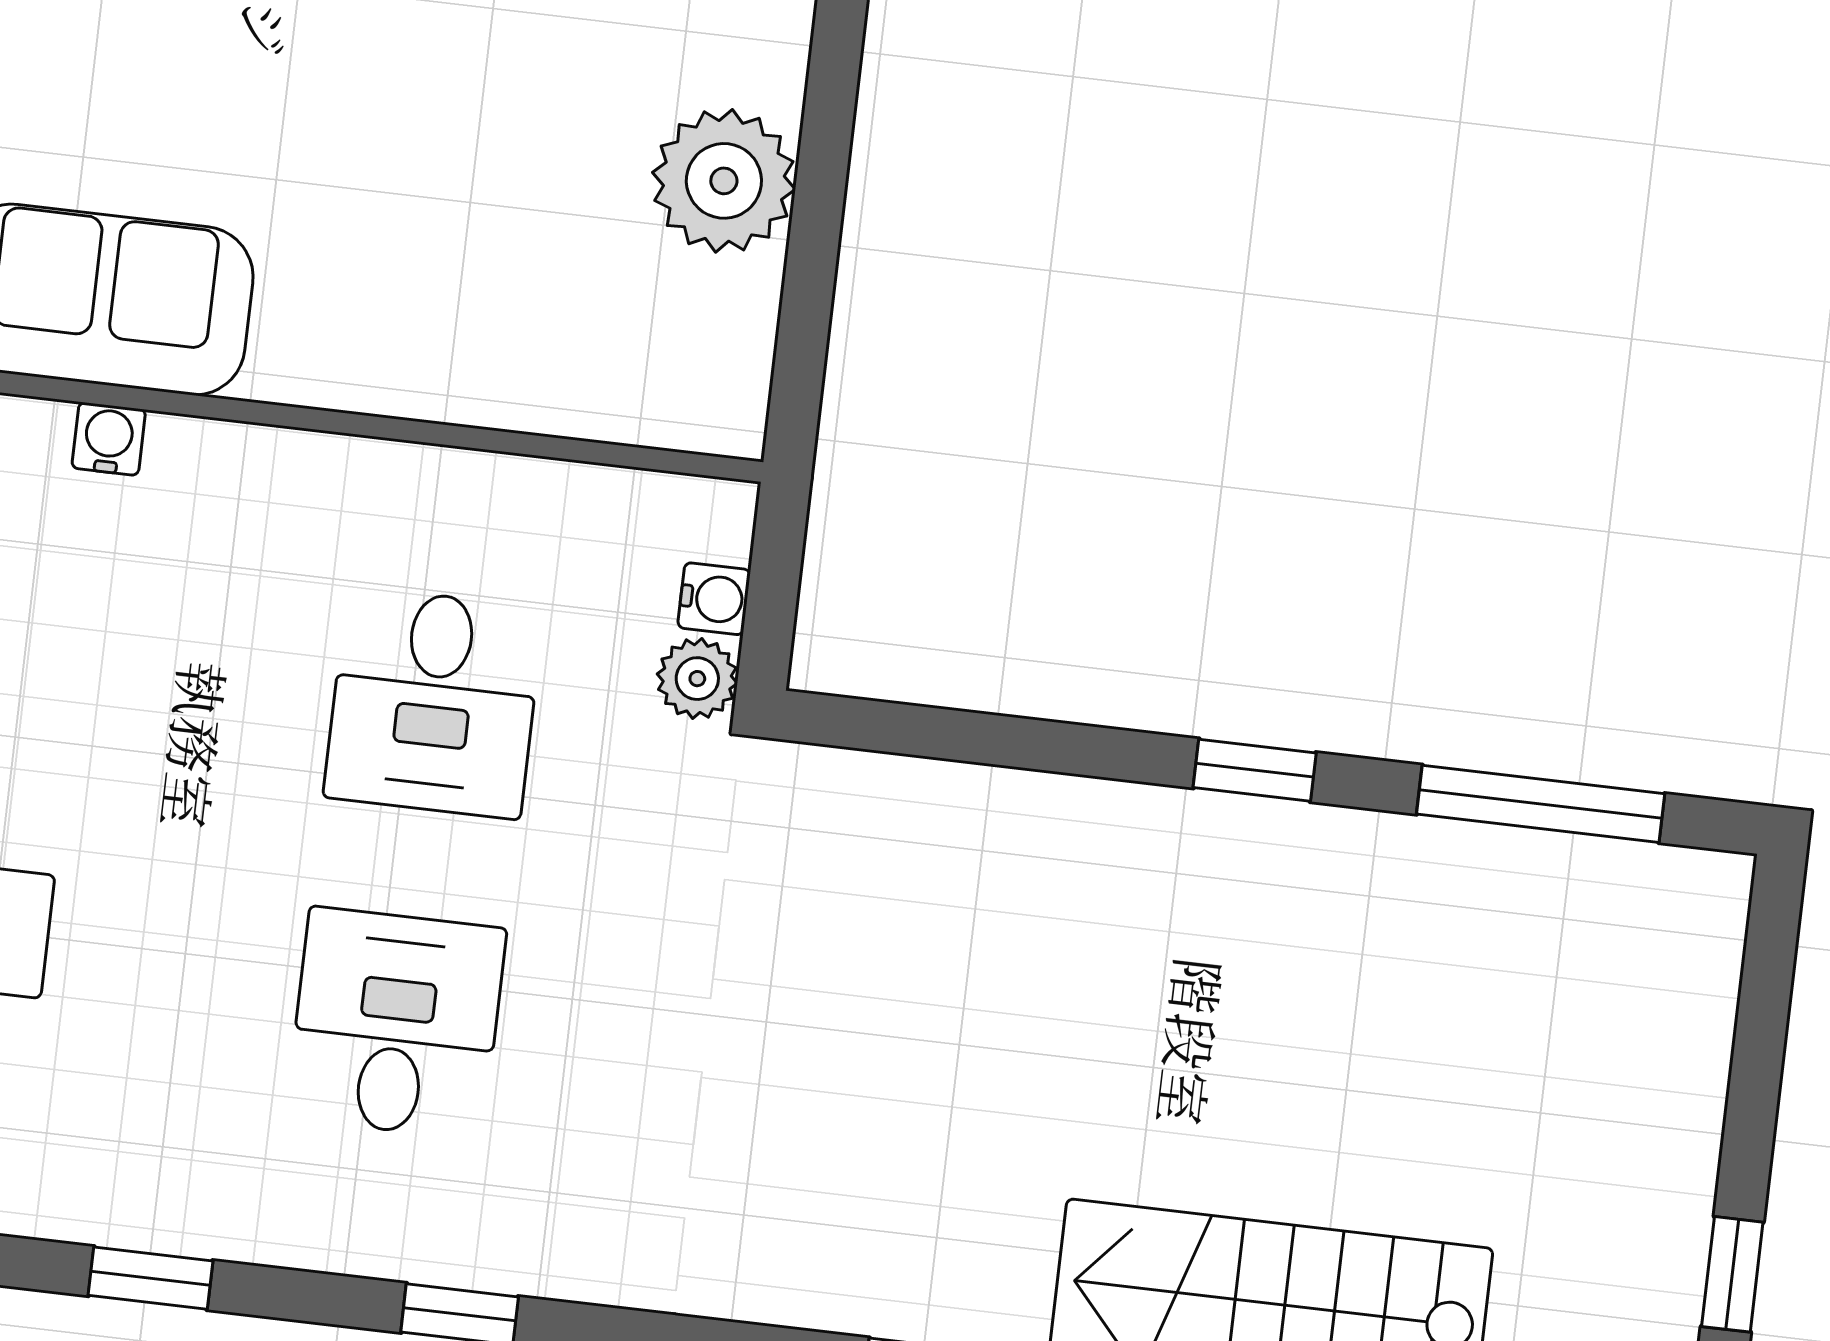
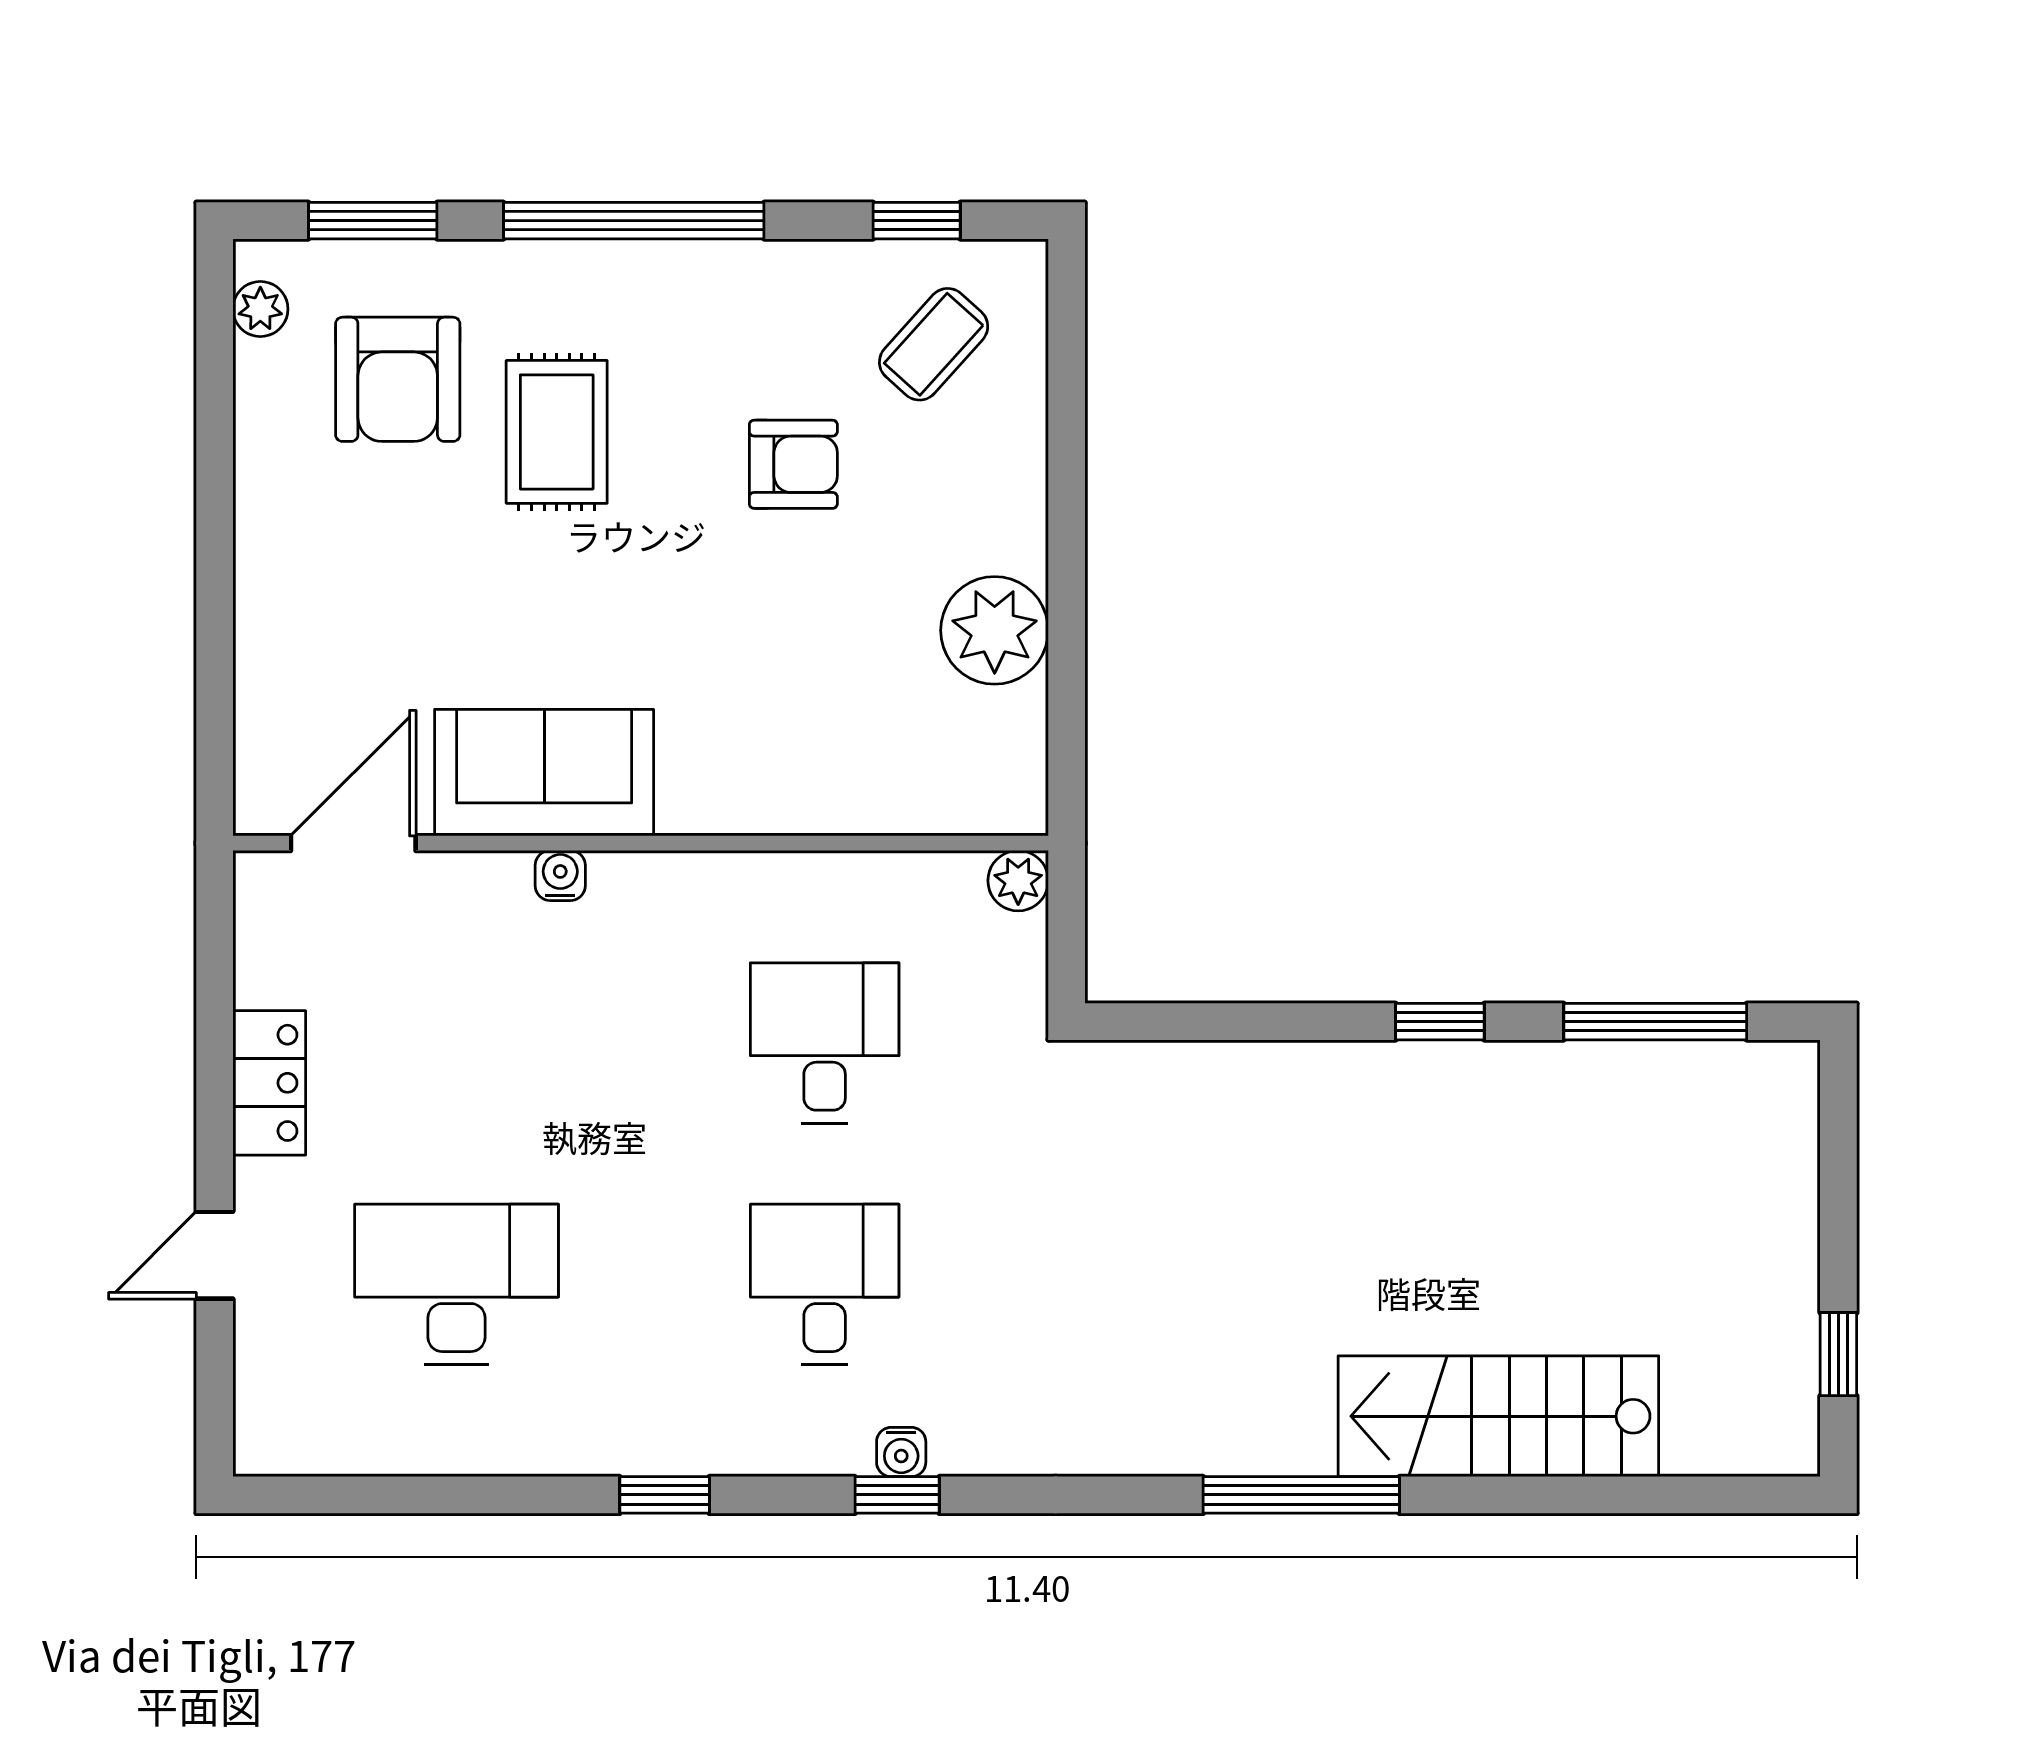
water cooler: (714, 599) -> (901, 1452), moved, turned 90
plant: (697, 679) -> (1018, 881), moved
desk: (434, 703) -> (825, 1043), turned 180

